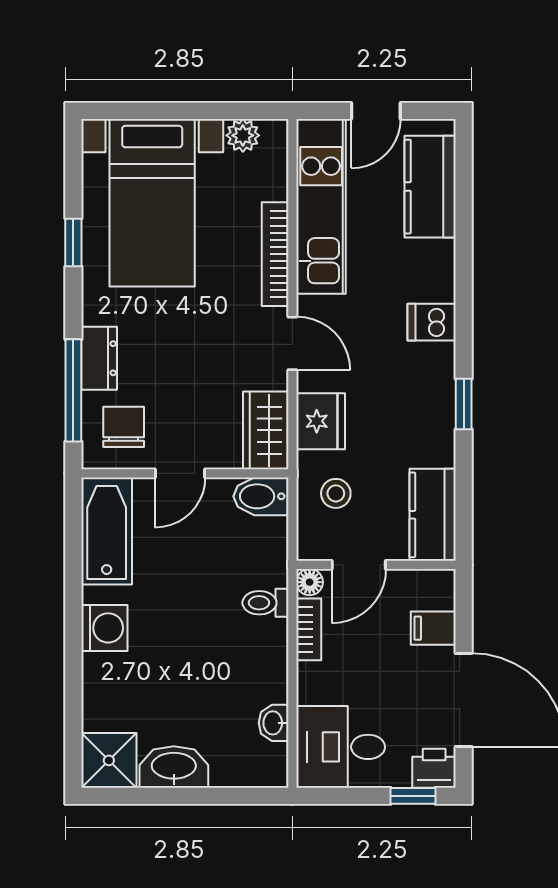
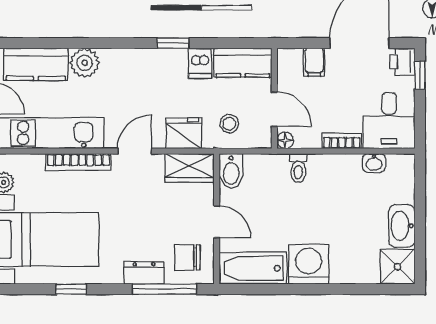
plant: (432, 264) -> (85, 63), added
dishwasher: (432, 322) -> (200, 63), moved
washing machine: (104, 628) -> (309, 264), width x1.37, depth x1.37
bookcase: (309, 629) -> (342, 141), moved

